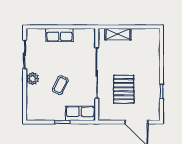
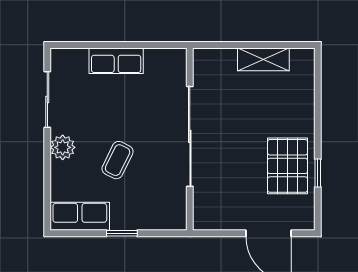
shelving: (118, 34) -> (263, 59), moved
pallet: (124, 89) -> (288, 166), moved
row of seats: (80, 113) -> (80, 216), moved

